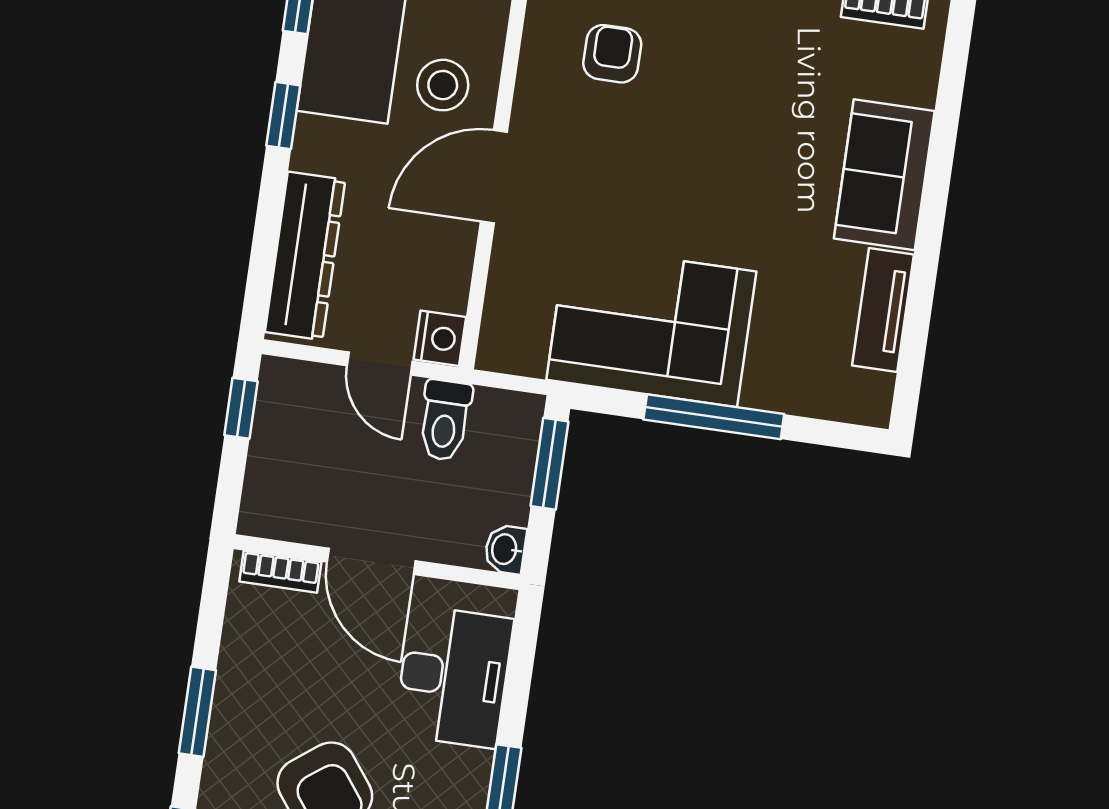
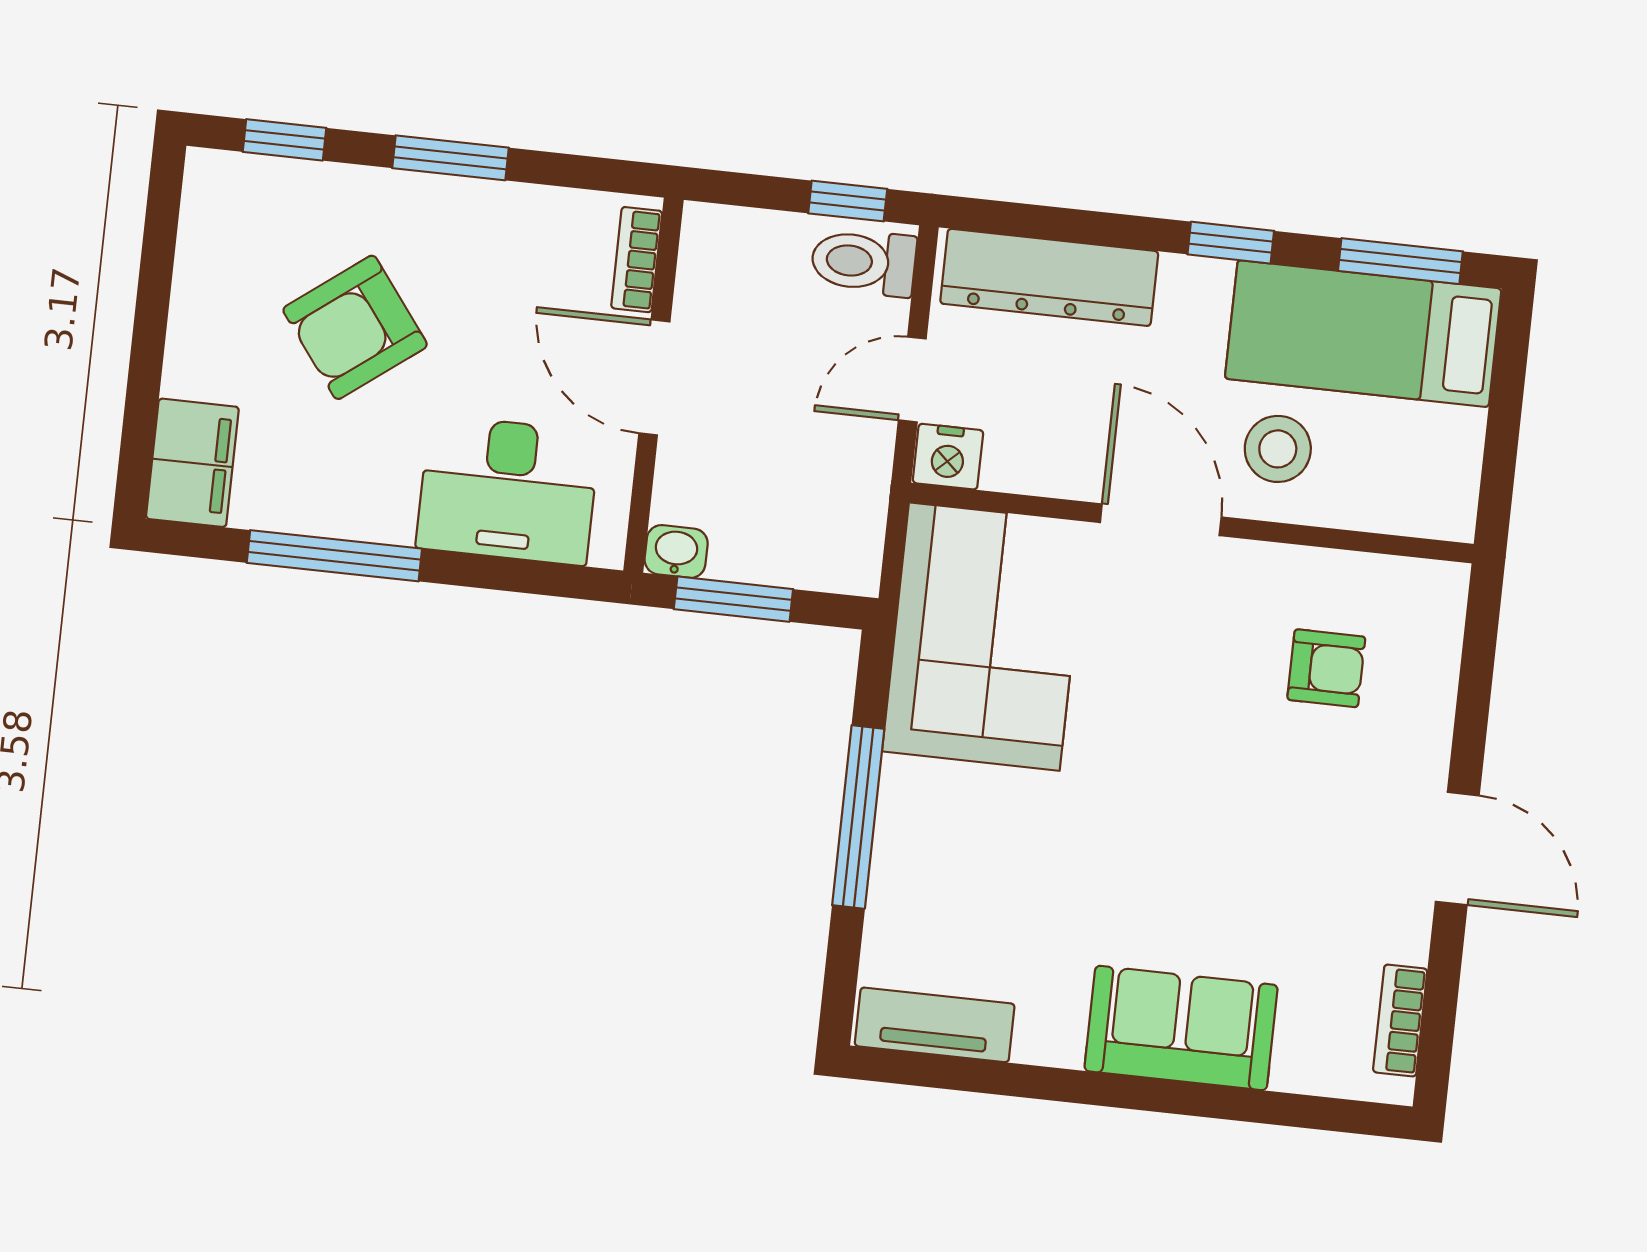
tv unit: (883, 310) -> (935, 1025), moved
corner sofa: (651, 326) -> (984, 637), moved
toilet: (445, 420) -> (864, 262), moved
window: (550, 464) -> (733, 599), moved
door: (371, 561) -> (654, 377), hinge flipped

